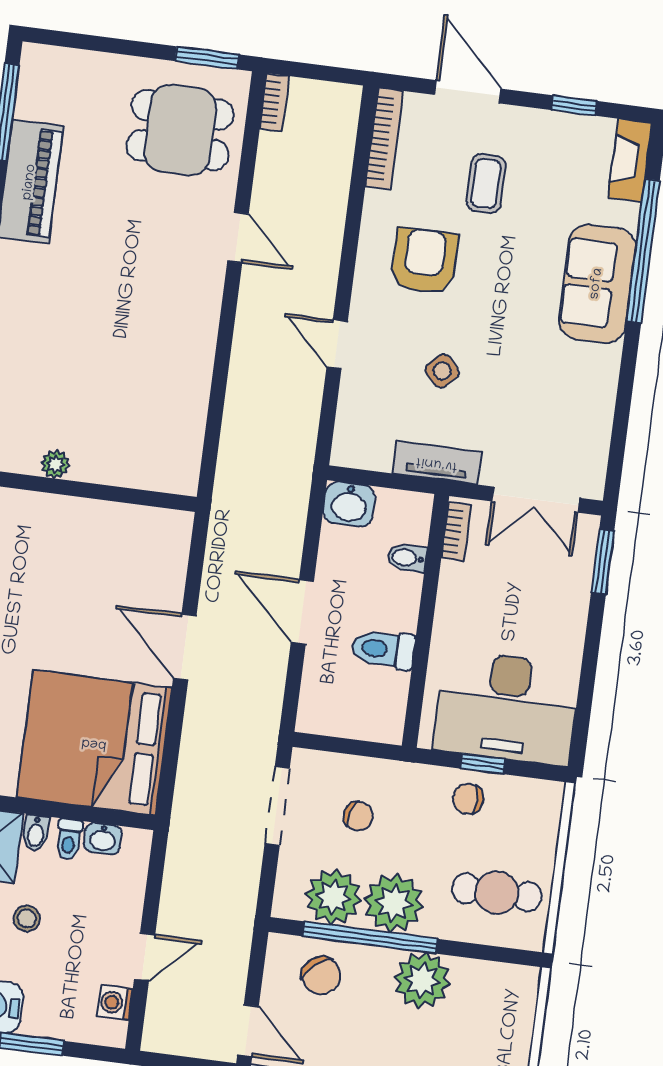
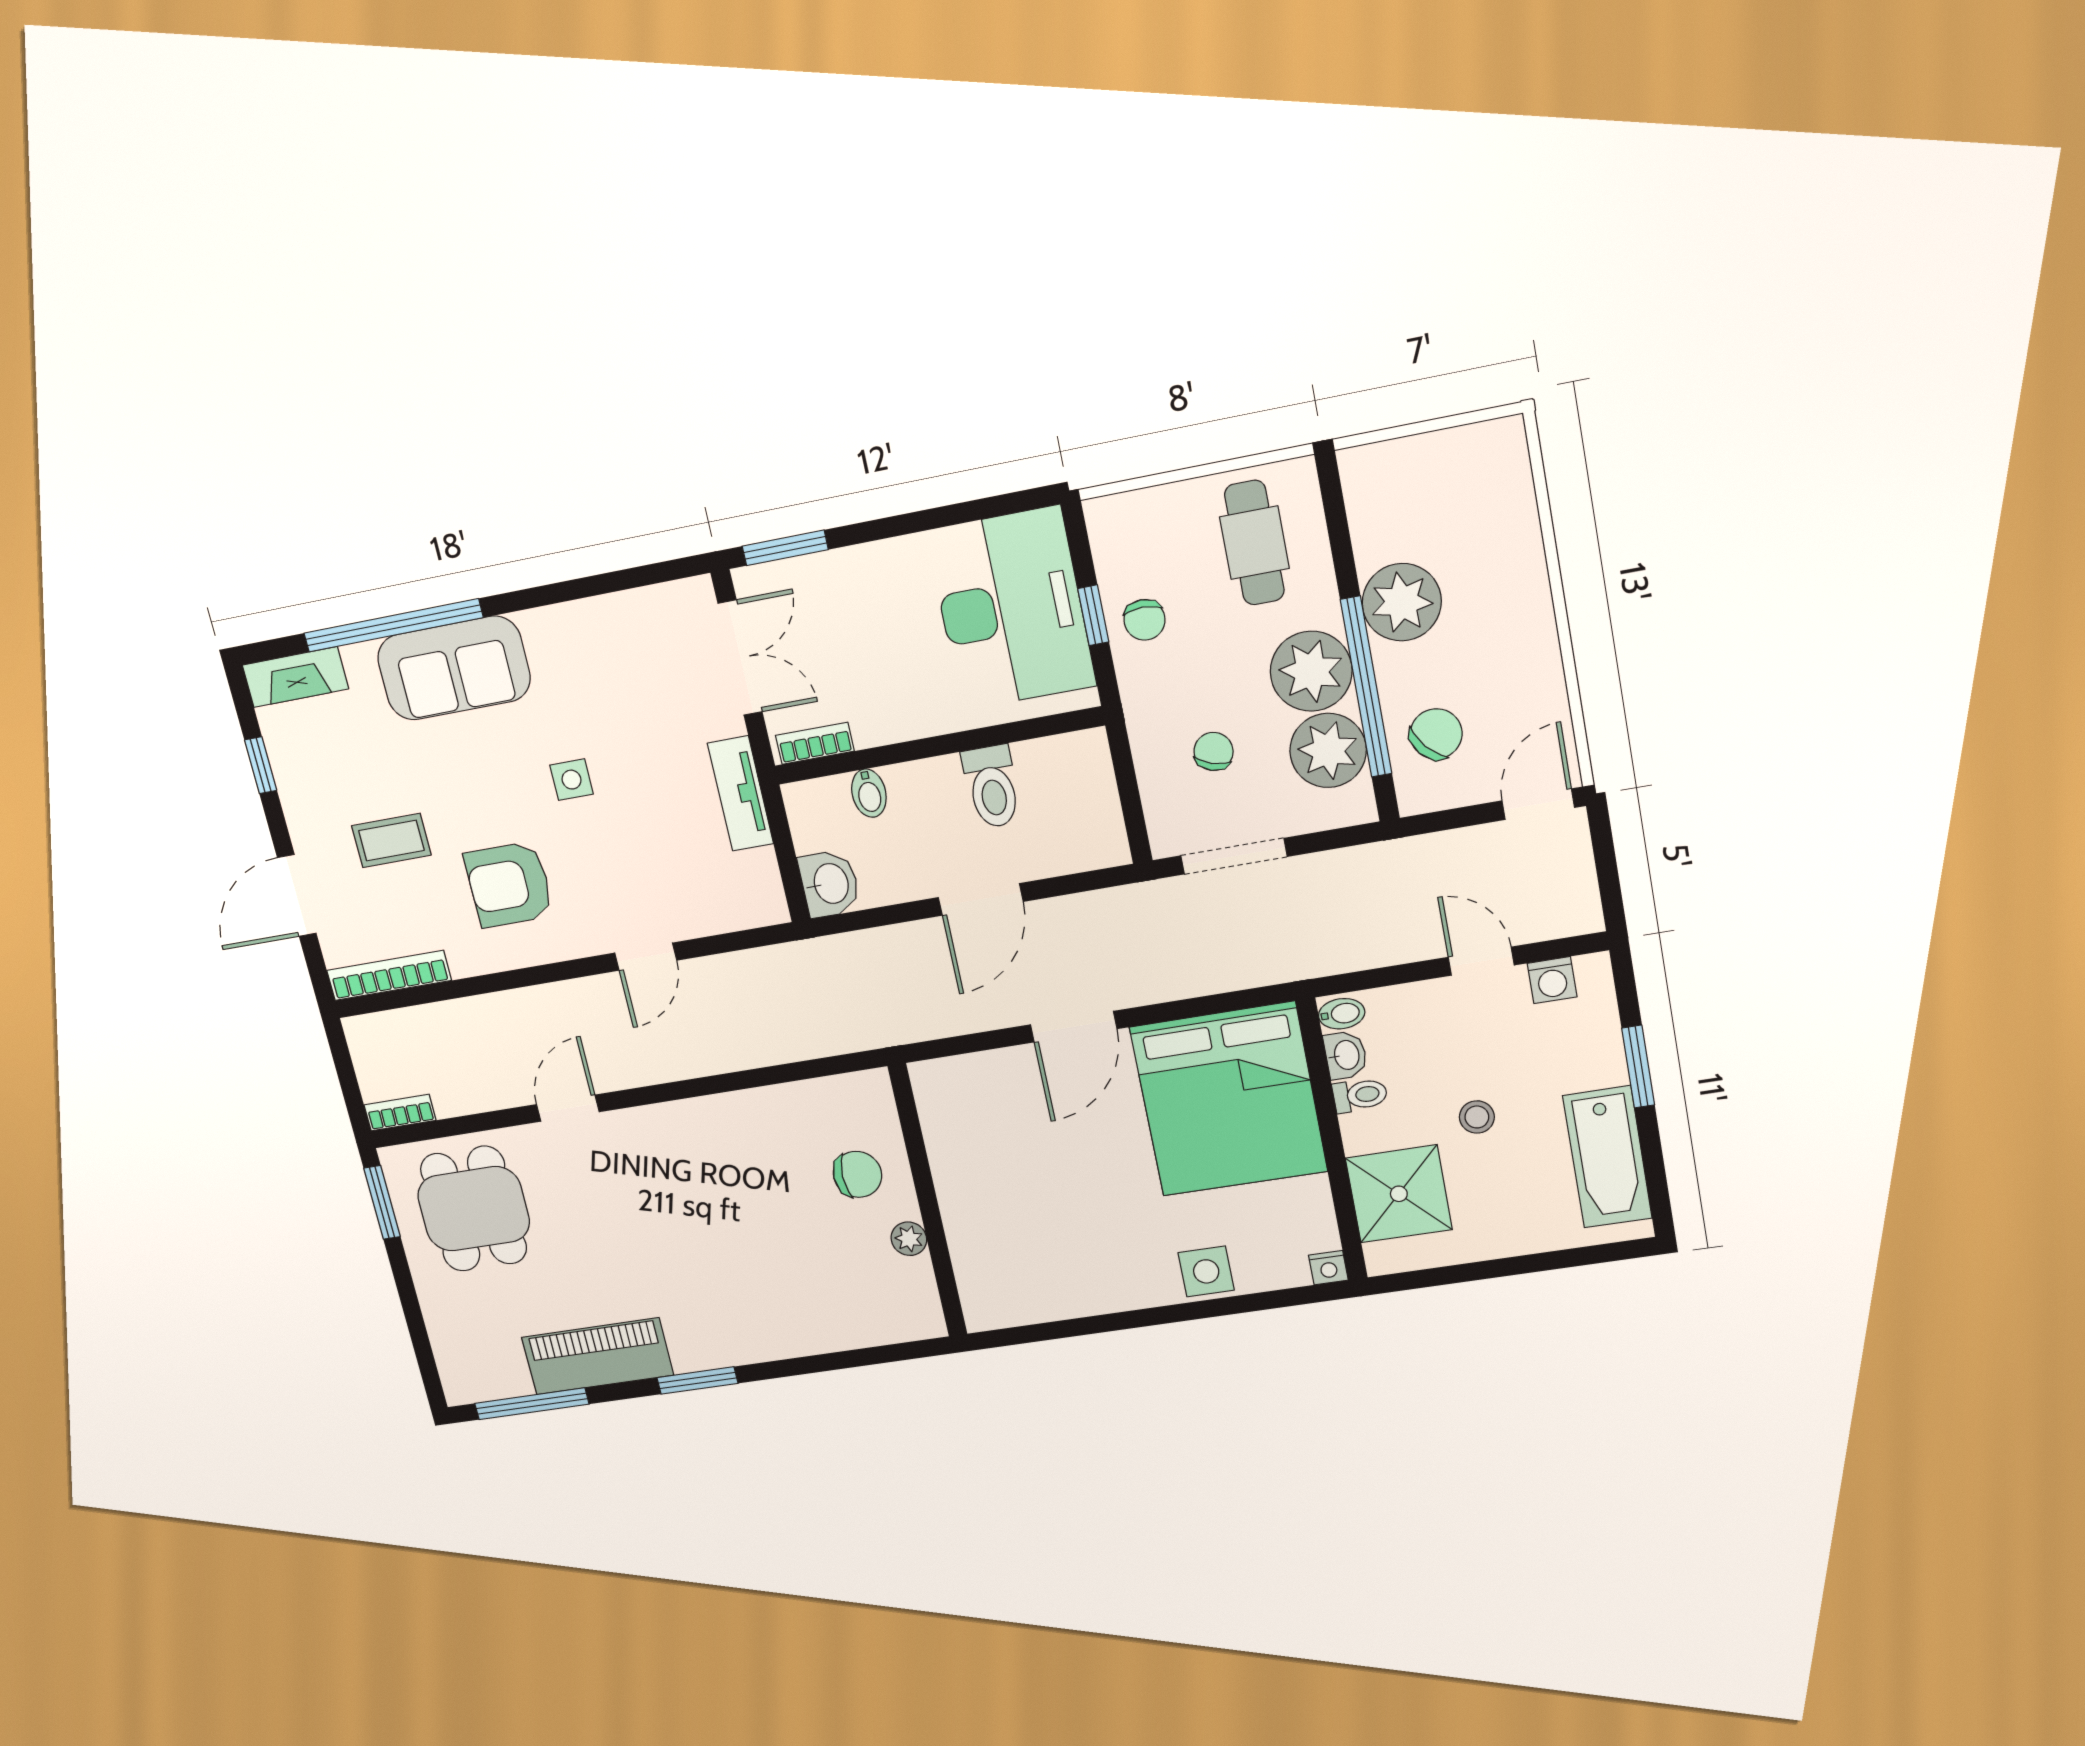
side table: (442, 371) -> (572, 780), moved, turned 45
chair: (119, 443) -> (857, 1174), added
bidet: (36, 833) -> (1342, 1014), moved

